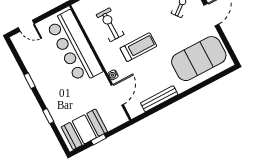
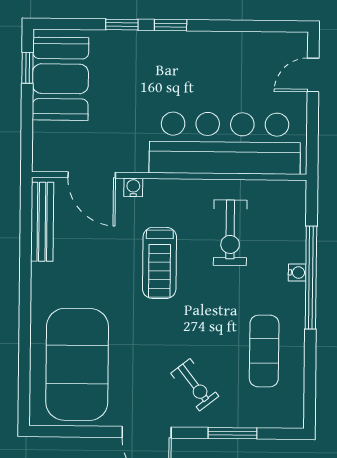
exercise bike: (110, 25) -> (230, 233), turned 90
window: (30, 81) -> (171, 25), moved
bench: (159, 99) -> (42, 222), moved
window: (99, 139) -> (27, 68), moved

